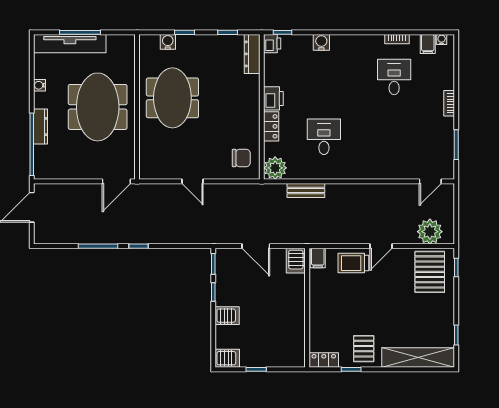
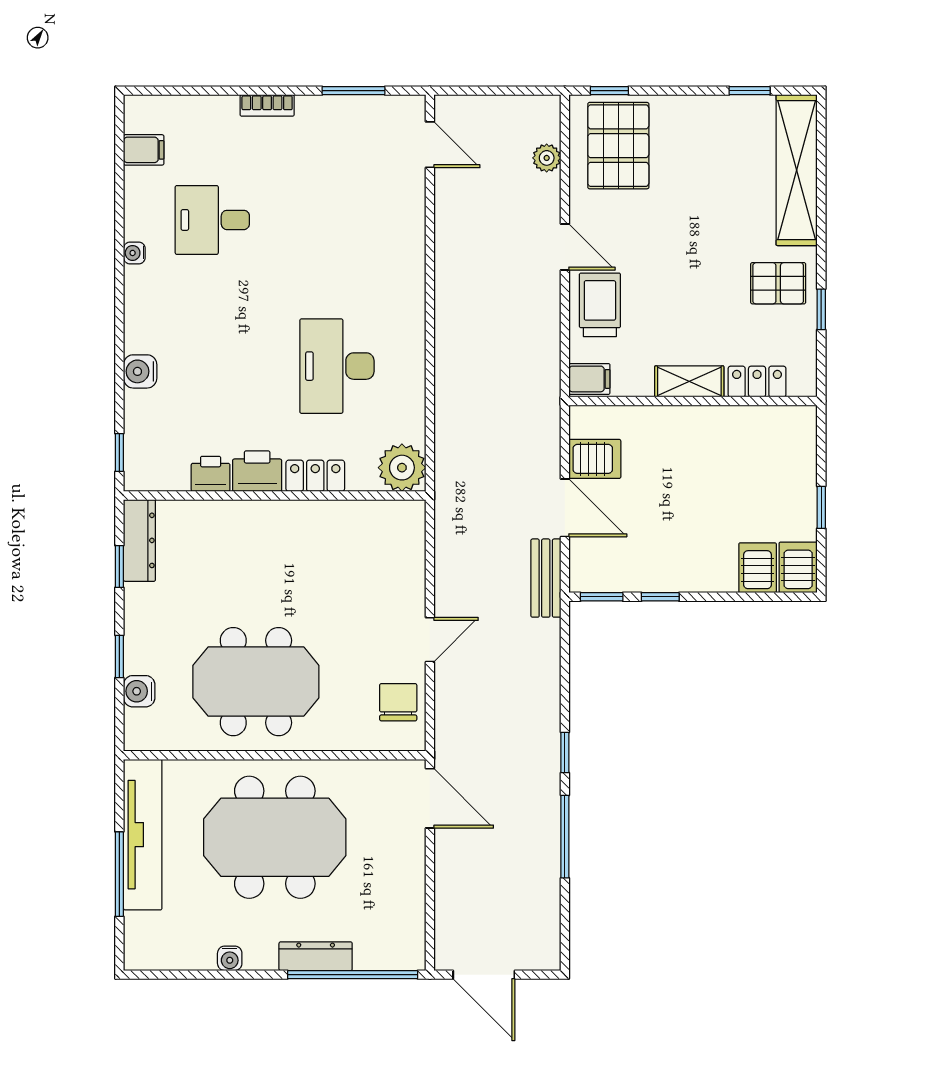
bookcase: (397, 39) -> (134, 214), removed
water cooler: (442, 39) -> (134, 253), moved
tv unit: (70, 44) -> (143, 835), moved
printer: (272, 44) -> (211, 474), moved
dresser: (252, 54) -> (139, 540), moved, turned -90
desk: (324, 137) -> (337, 366), width x1.37
chair: (241, 158) -> (398, 702), moved
bench: (306, 190) -> (546, 578), moved
plant: (430, 232) -> (547, 158), width x0.53, depth x0.53
door: (256, 246) -> (565, 508), hinge flipped
server rack: (296, 261) -> (595, 459), moved
trolley: (353, 263) -> (600, 305), turned 180
pallet: (430, 272) -> (618, 146), turned 90
shelving: (317, 306) -> (689, 381), added
server rack: (227, 316) -> (758, 568), moved
locker: (324, 360) -> (757, 382), moved, turned 90

